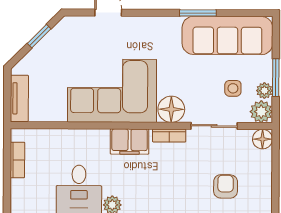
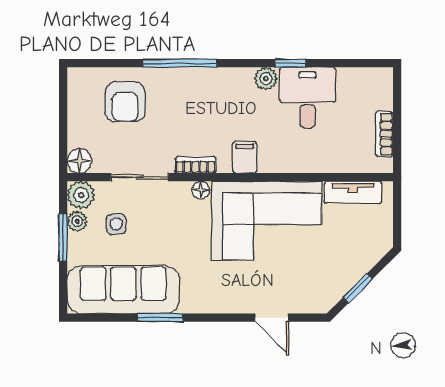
tv unit: (19, 98) -> (353, 192), moved, turned -90
floor lamp: (171, 109) -> (201, 190), width x0.53, depth x0.53
filing cabinet: (130, 142) -> (245, 157), width x0.50
armchair: (226, 186) -> (125, 102), width x1.38, depth x1.38

